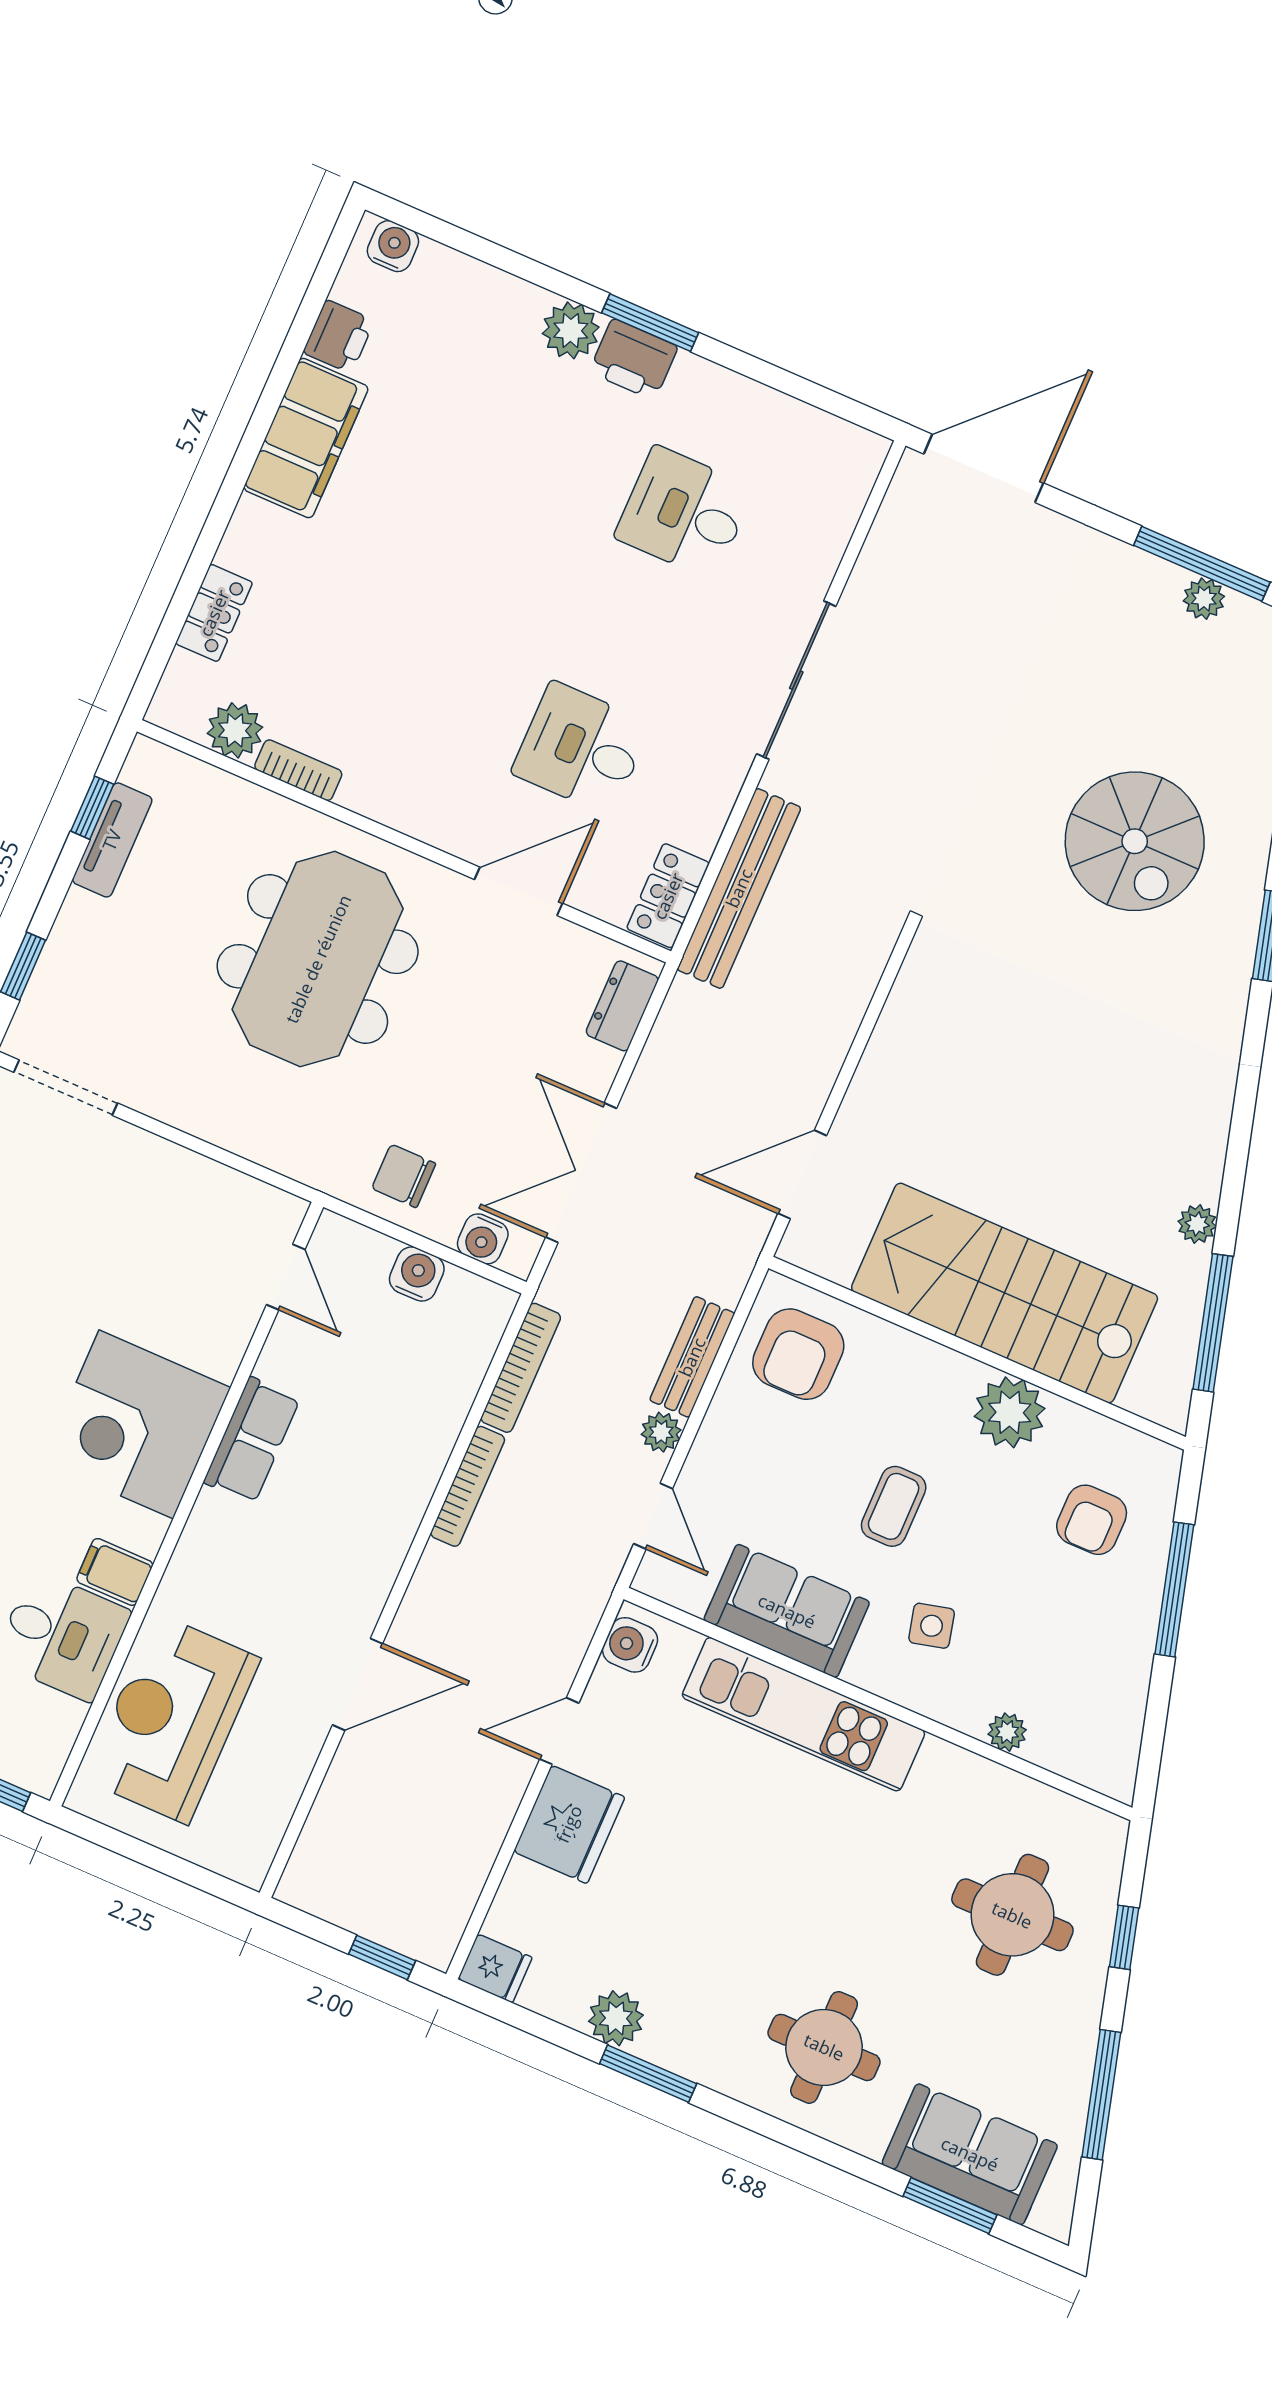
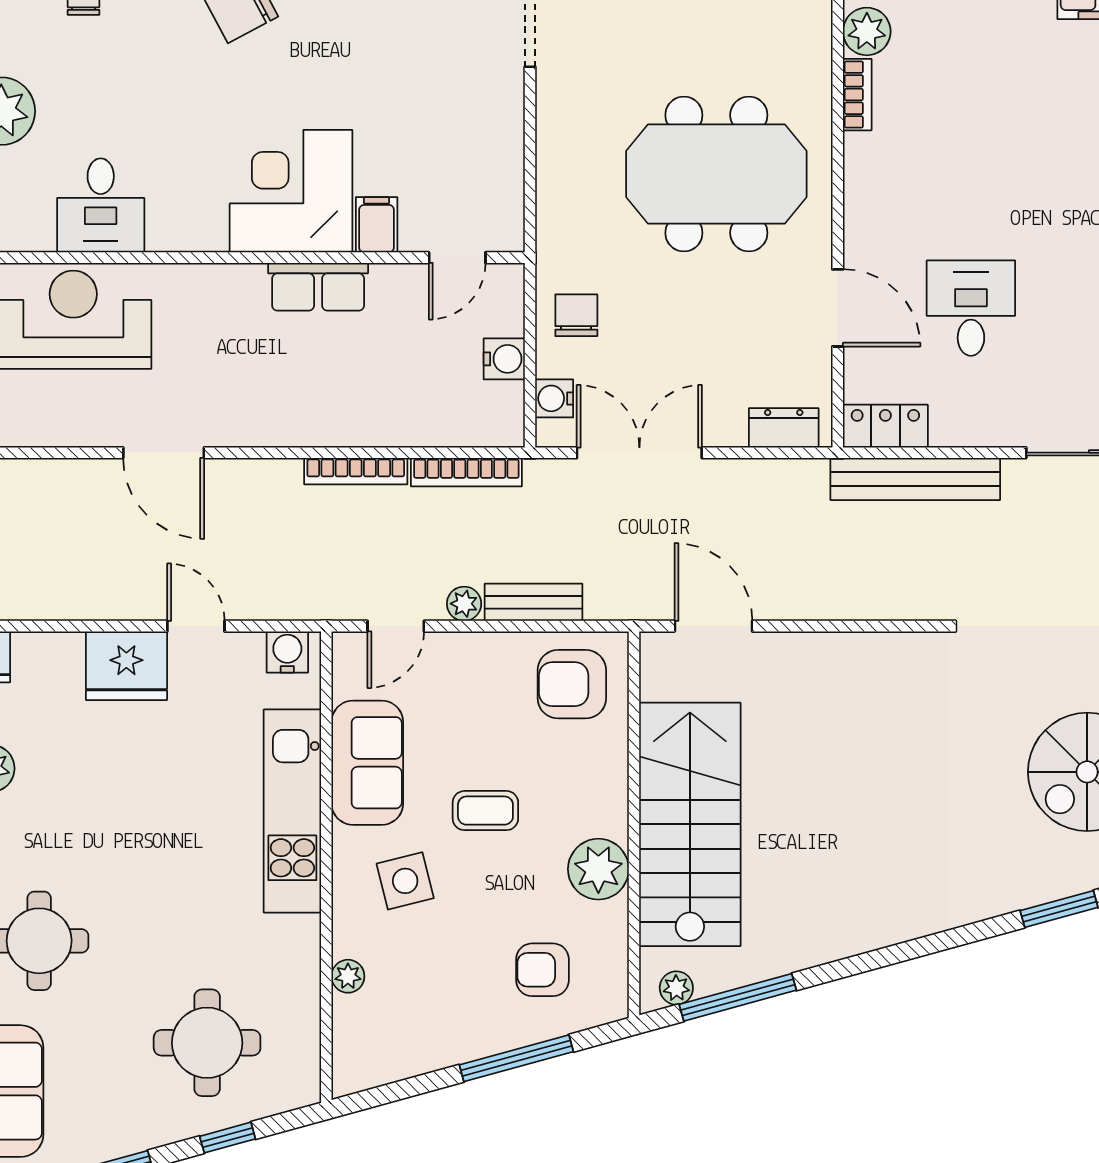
plant: (1197, 1224) -> (676, 988), moved
filing cabinet: (115, 1572) -> (377, 225), moved
side table: (932, 1626) -> (405, 881), width x1.37, depth x1.37

